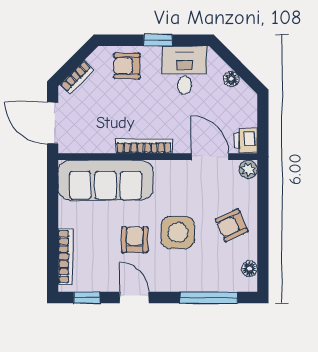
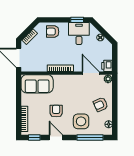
window: (158, 40) -> (77, 20), moved
sofa: (106, 180) -> (37, 84), width x0.73
side table: (178, 232) -> (81, 121), moved

